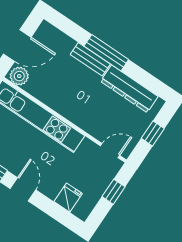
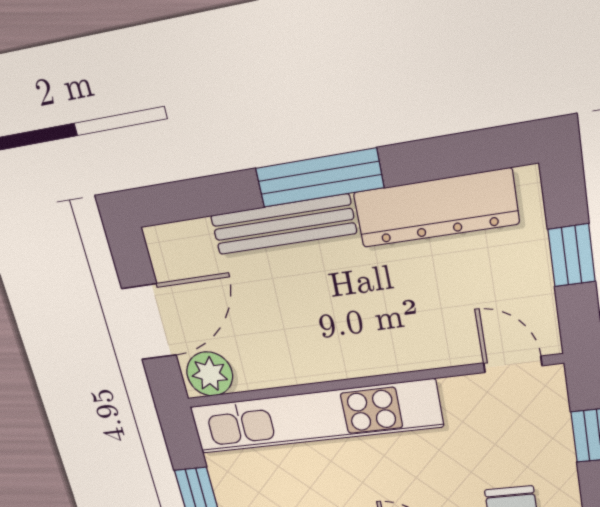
bench: (90, 59) -> (283, 224), width x1.36
door: (110, 151) -> (513, 364), hinge flipped

